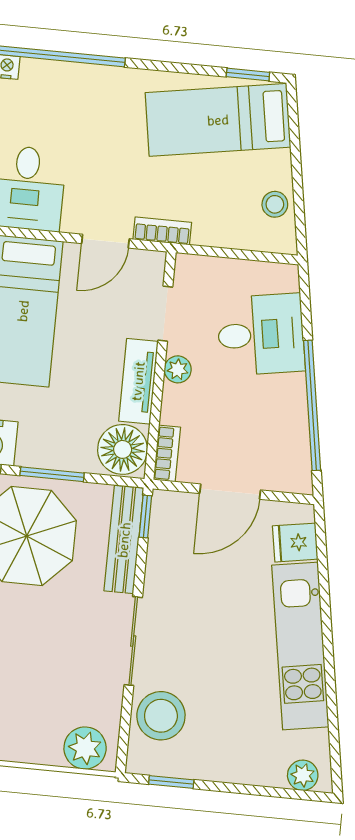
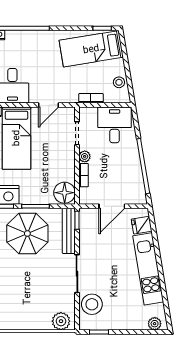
bookcase: (162, 231) -> (91, 98), moved
desk: (261, 335) -> (115, 125), moved, turned -81
tv unit: (138, 381) -> (68, 163), removed
bookcase: (167, 454) -> (84, 175), moved

